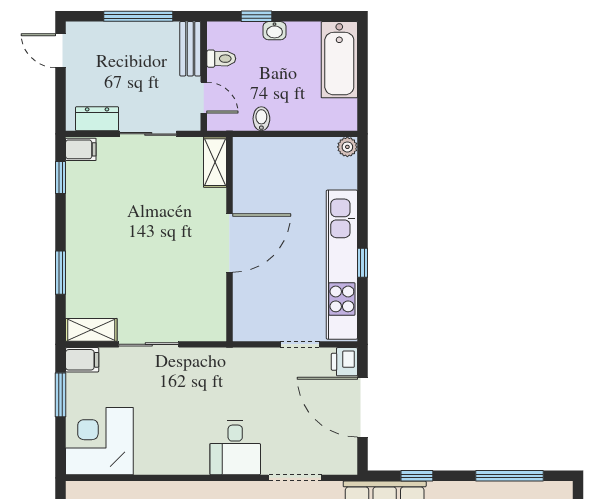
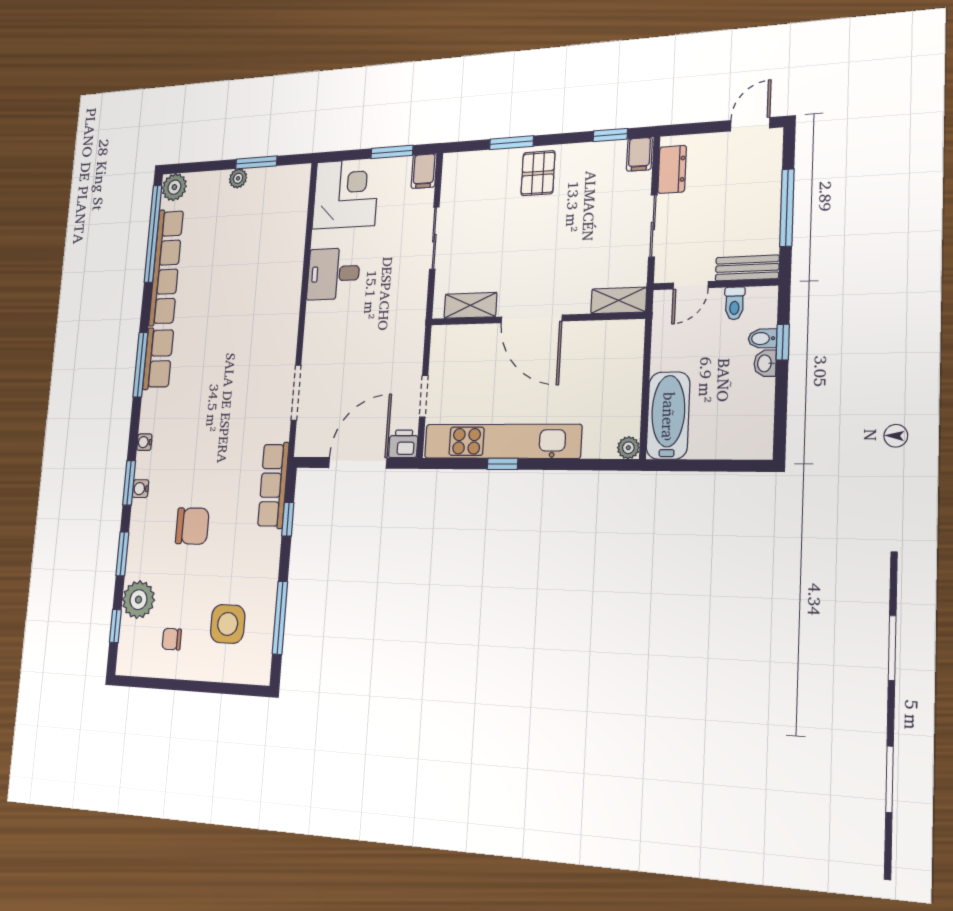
bathtub: (339, 60) -> (668, 415), moved, turned 90
bidet: (261, 119) -> (762, 338), moved, turned 180
pallet: (92, 245) -> (538, 173), added
shelving: (91, 330) -> (470, 305), moved, turned 90
desk: (235, 448) -> (333, 274), moved

